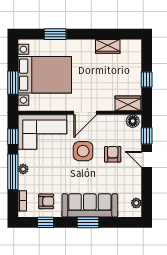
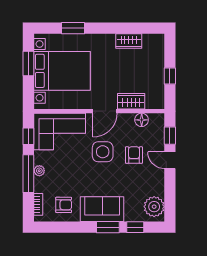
window: (13, 83) -> (28, 64), moved
wardrobe: (128, 103) -> (131, 101), moved
floor lamp: (133, 121) -> (142, 120), moved
plant: (136, 203) -> (154, 207), width x1.87, depth x1.87
sofa: (90, 205) -> (102, 209), width x0.73
window: (46, 222) -> (135, 227), moved

